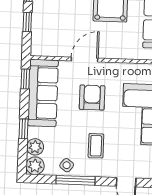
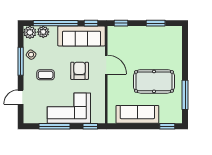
window: (27, 22) -> (121, 23), moved
armchair: (92, 98) -> (80, 71), turned -90
window: (23, 129) -> (56, 23), width x3.17

